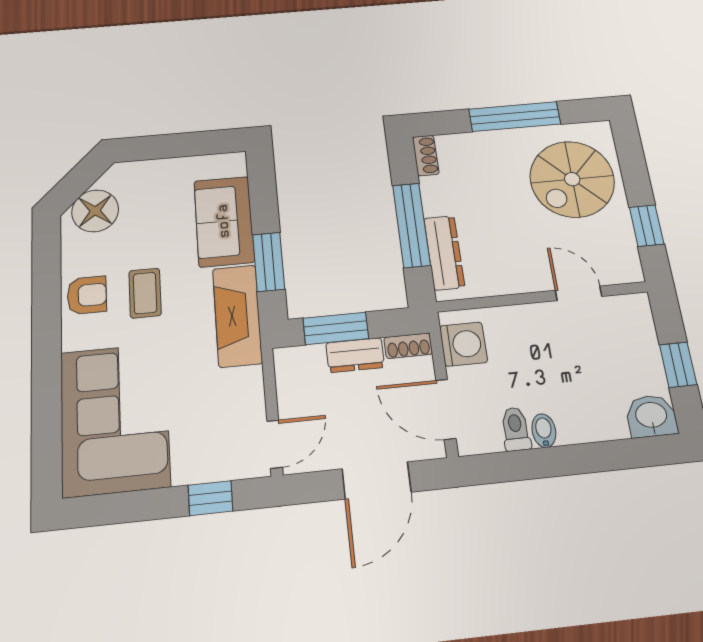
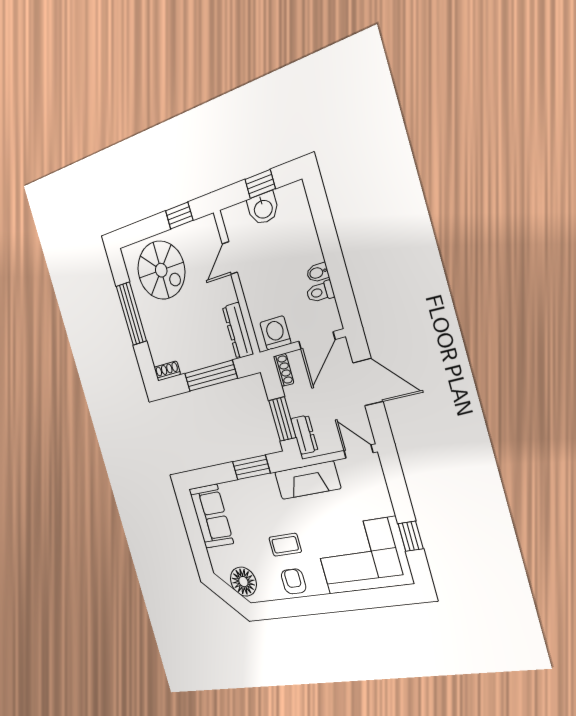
sofa: (224, 221) -> (211, 516), moved, turned -90
dresser: (444, 253) -> (238, 331), moved, turned -90
fireplace: (237, 316) -> (307, 480), moved
dresser: (355, 355) -> (304, 435), moved
washbasin: (651, 416) -> (263, 208), moved, turned -90
window: (210, 498) -> (411, 536), moved

